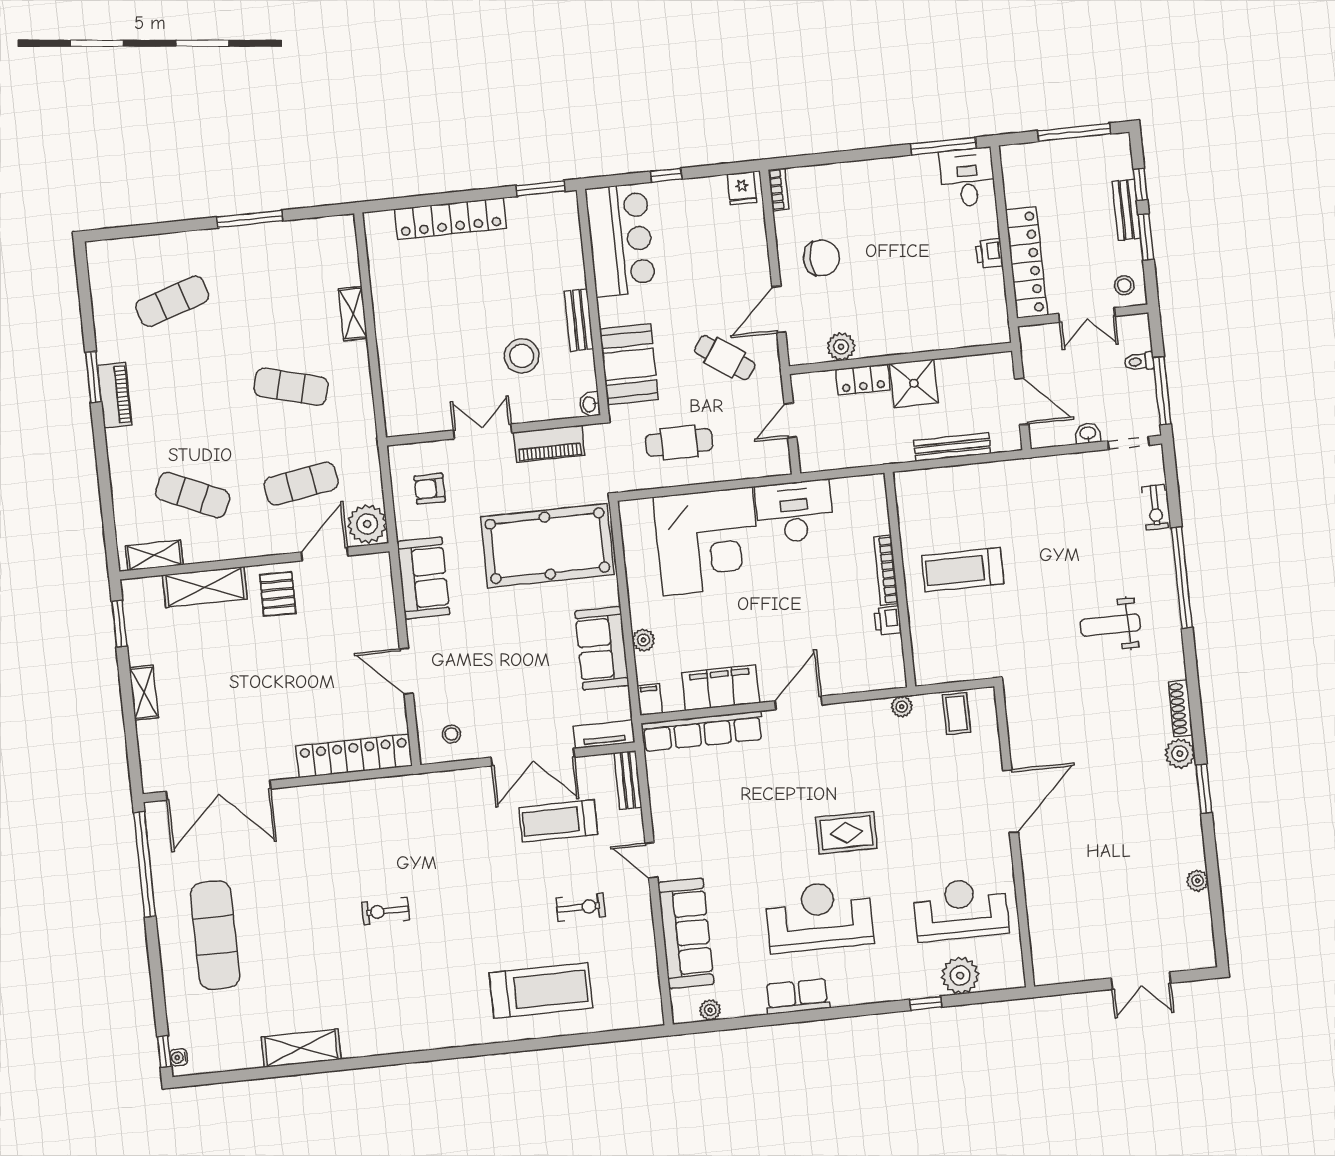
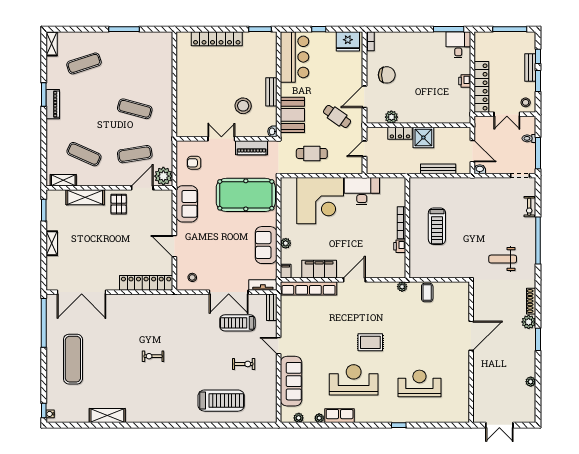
fridge: (742, 188) -> (348, 41), width x1.88, depth x1.34
shelving: (353, 314) -> (52, 44), moved
washbasin: (1088, 434) -> (480, 169), moved
treadmill: (963, 570) -> (437, 226), turned -90
door: (1011, 801) -> (471, 336), moved
wall: (1014, 836) -> (471, 352), moved
plant: (960, 976) -> (319, 418), moved, width x0.53, depth x0.53

